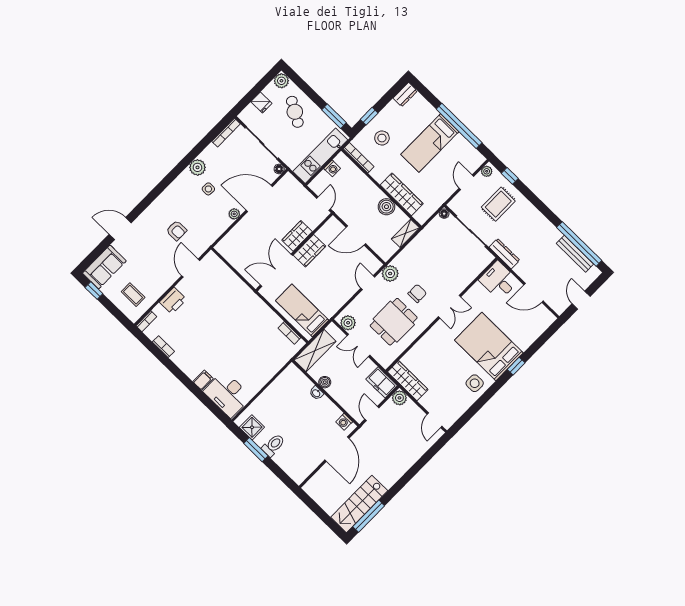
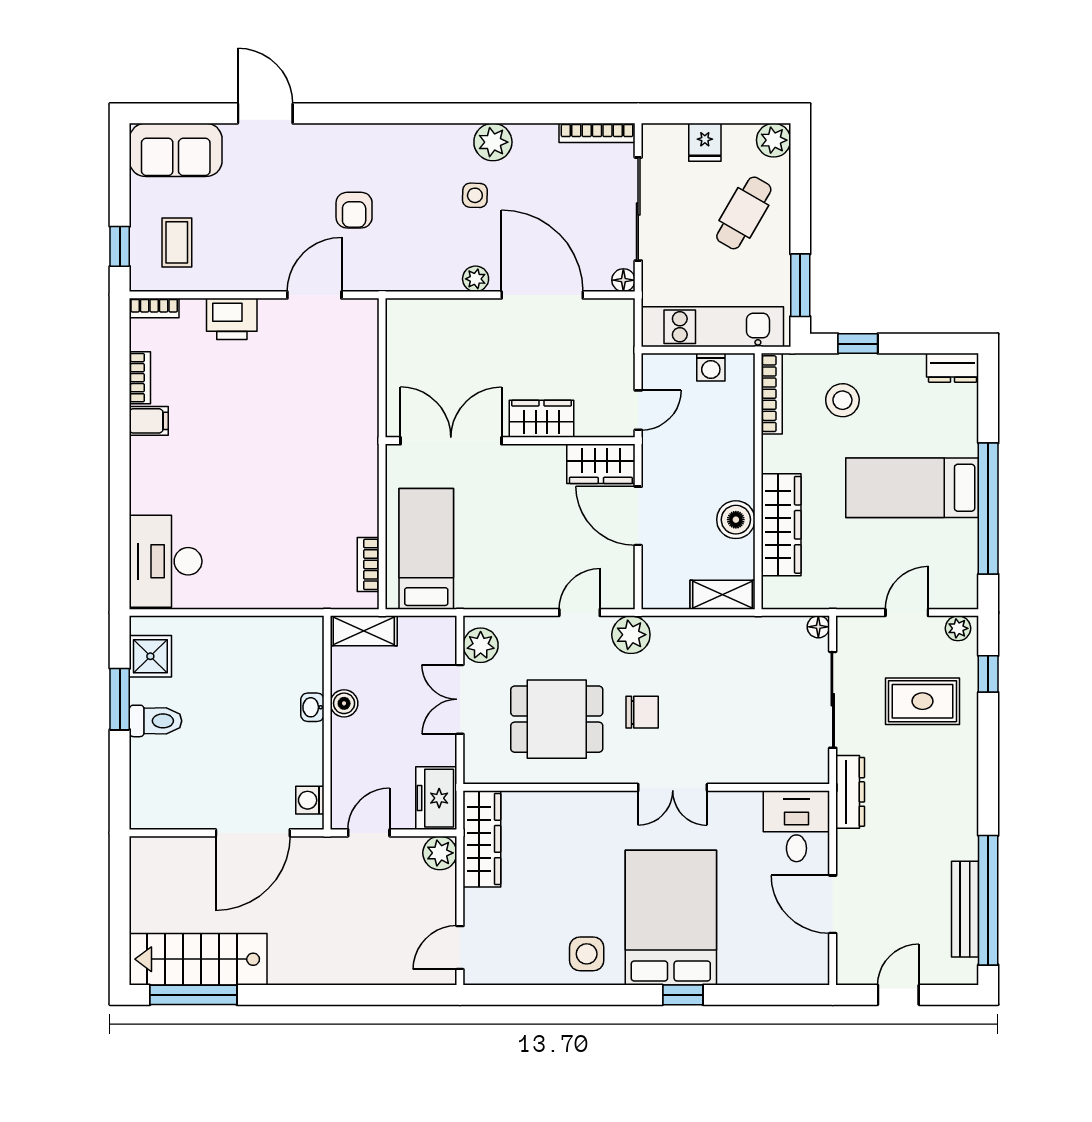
wardrobe: (309, 251) -> (601, 464), moved
window: (94, 291) -> (120, 246), moved
shelving: (315, 351) -> (364, 631), width x0.67, depth x0.75
filing cabinet: (203, 380) -> (149, 421), moved

